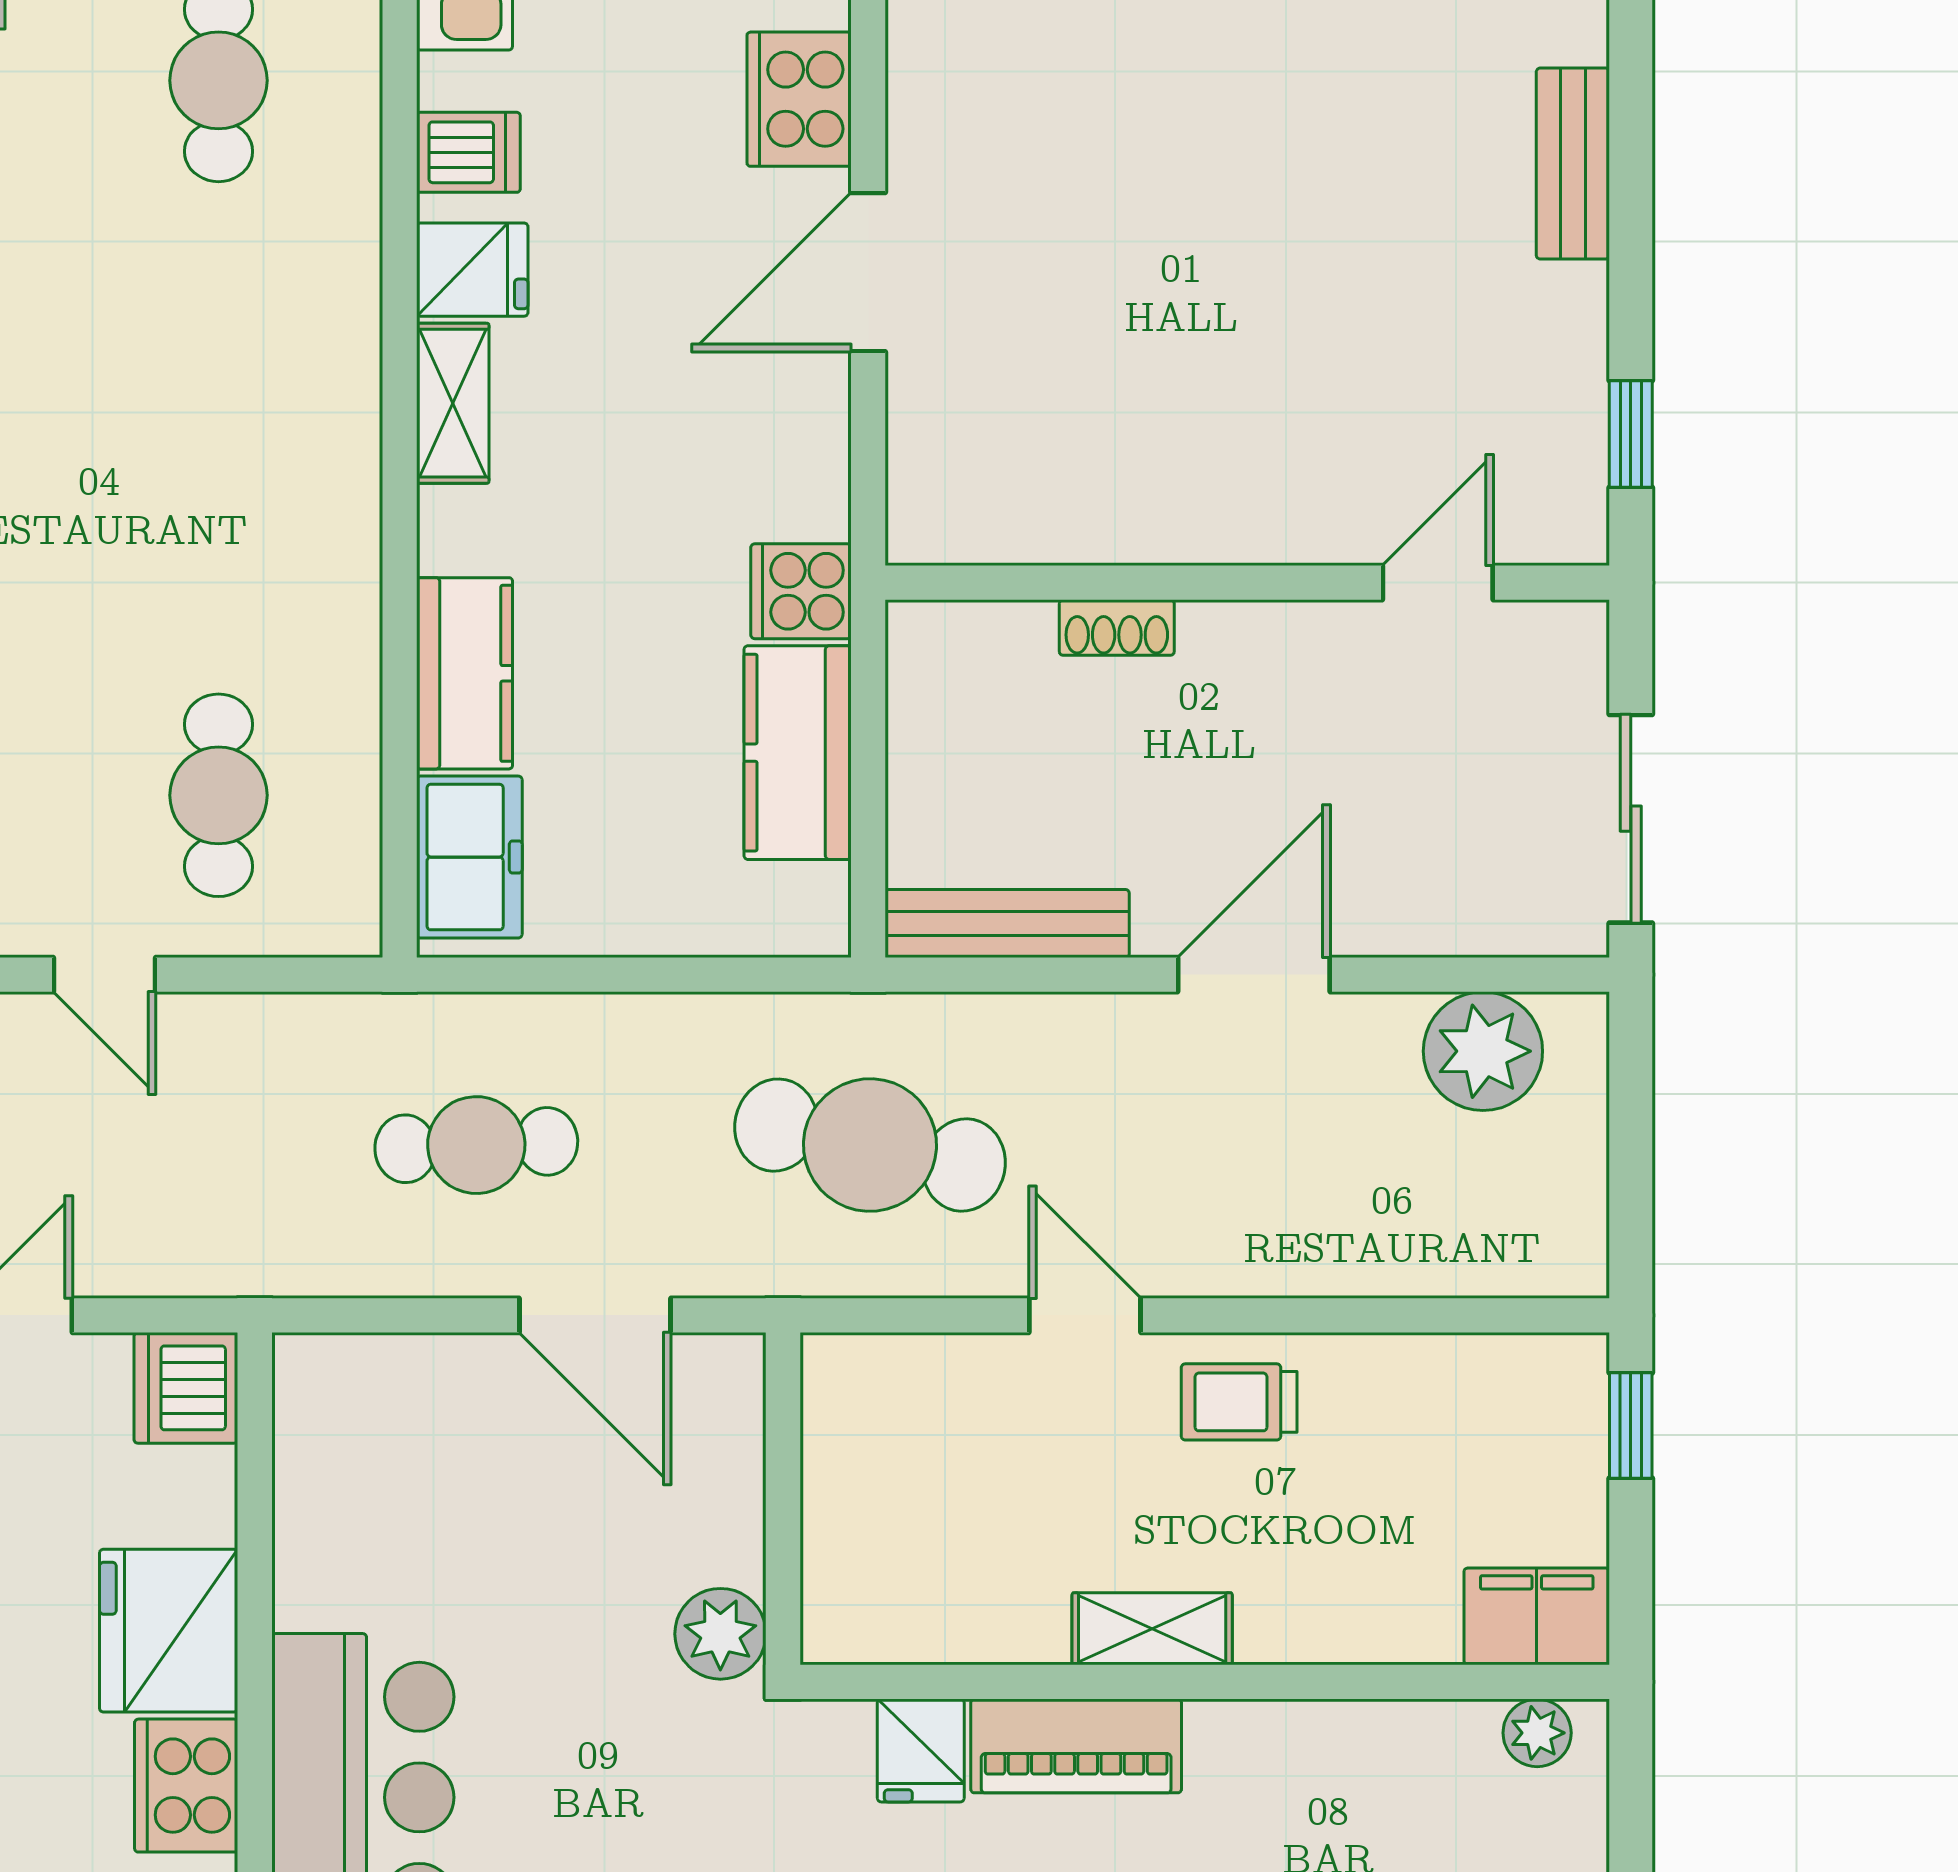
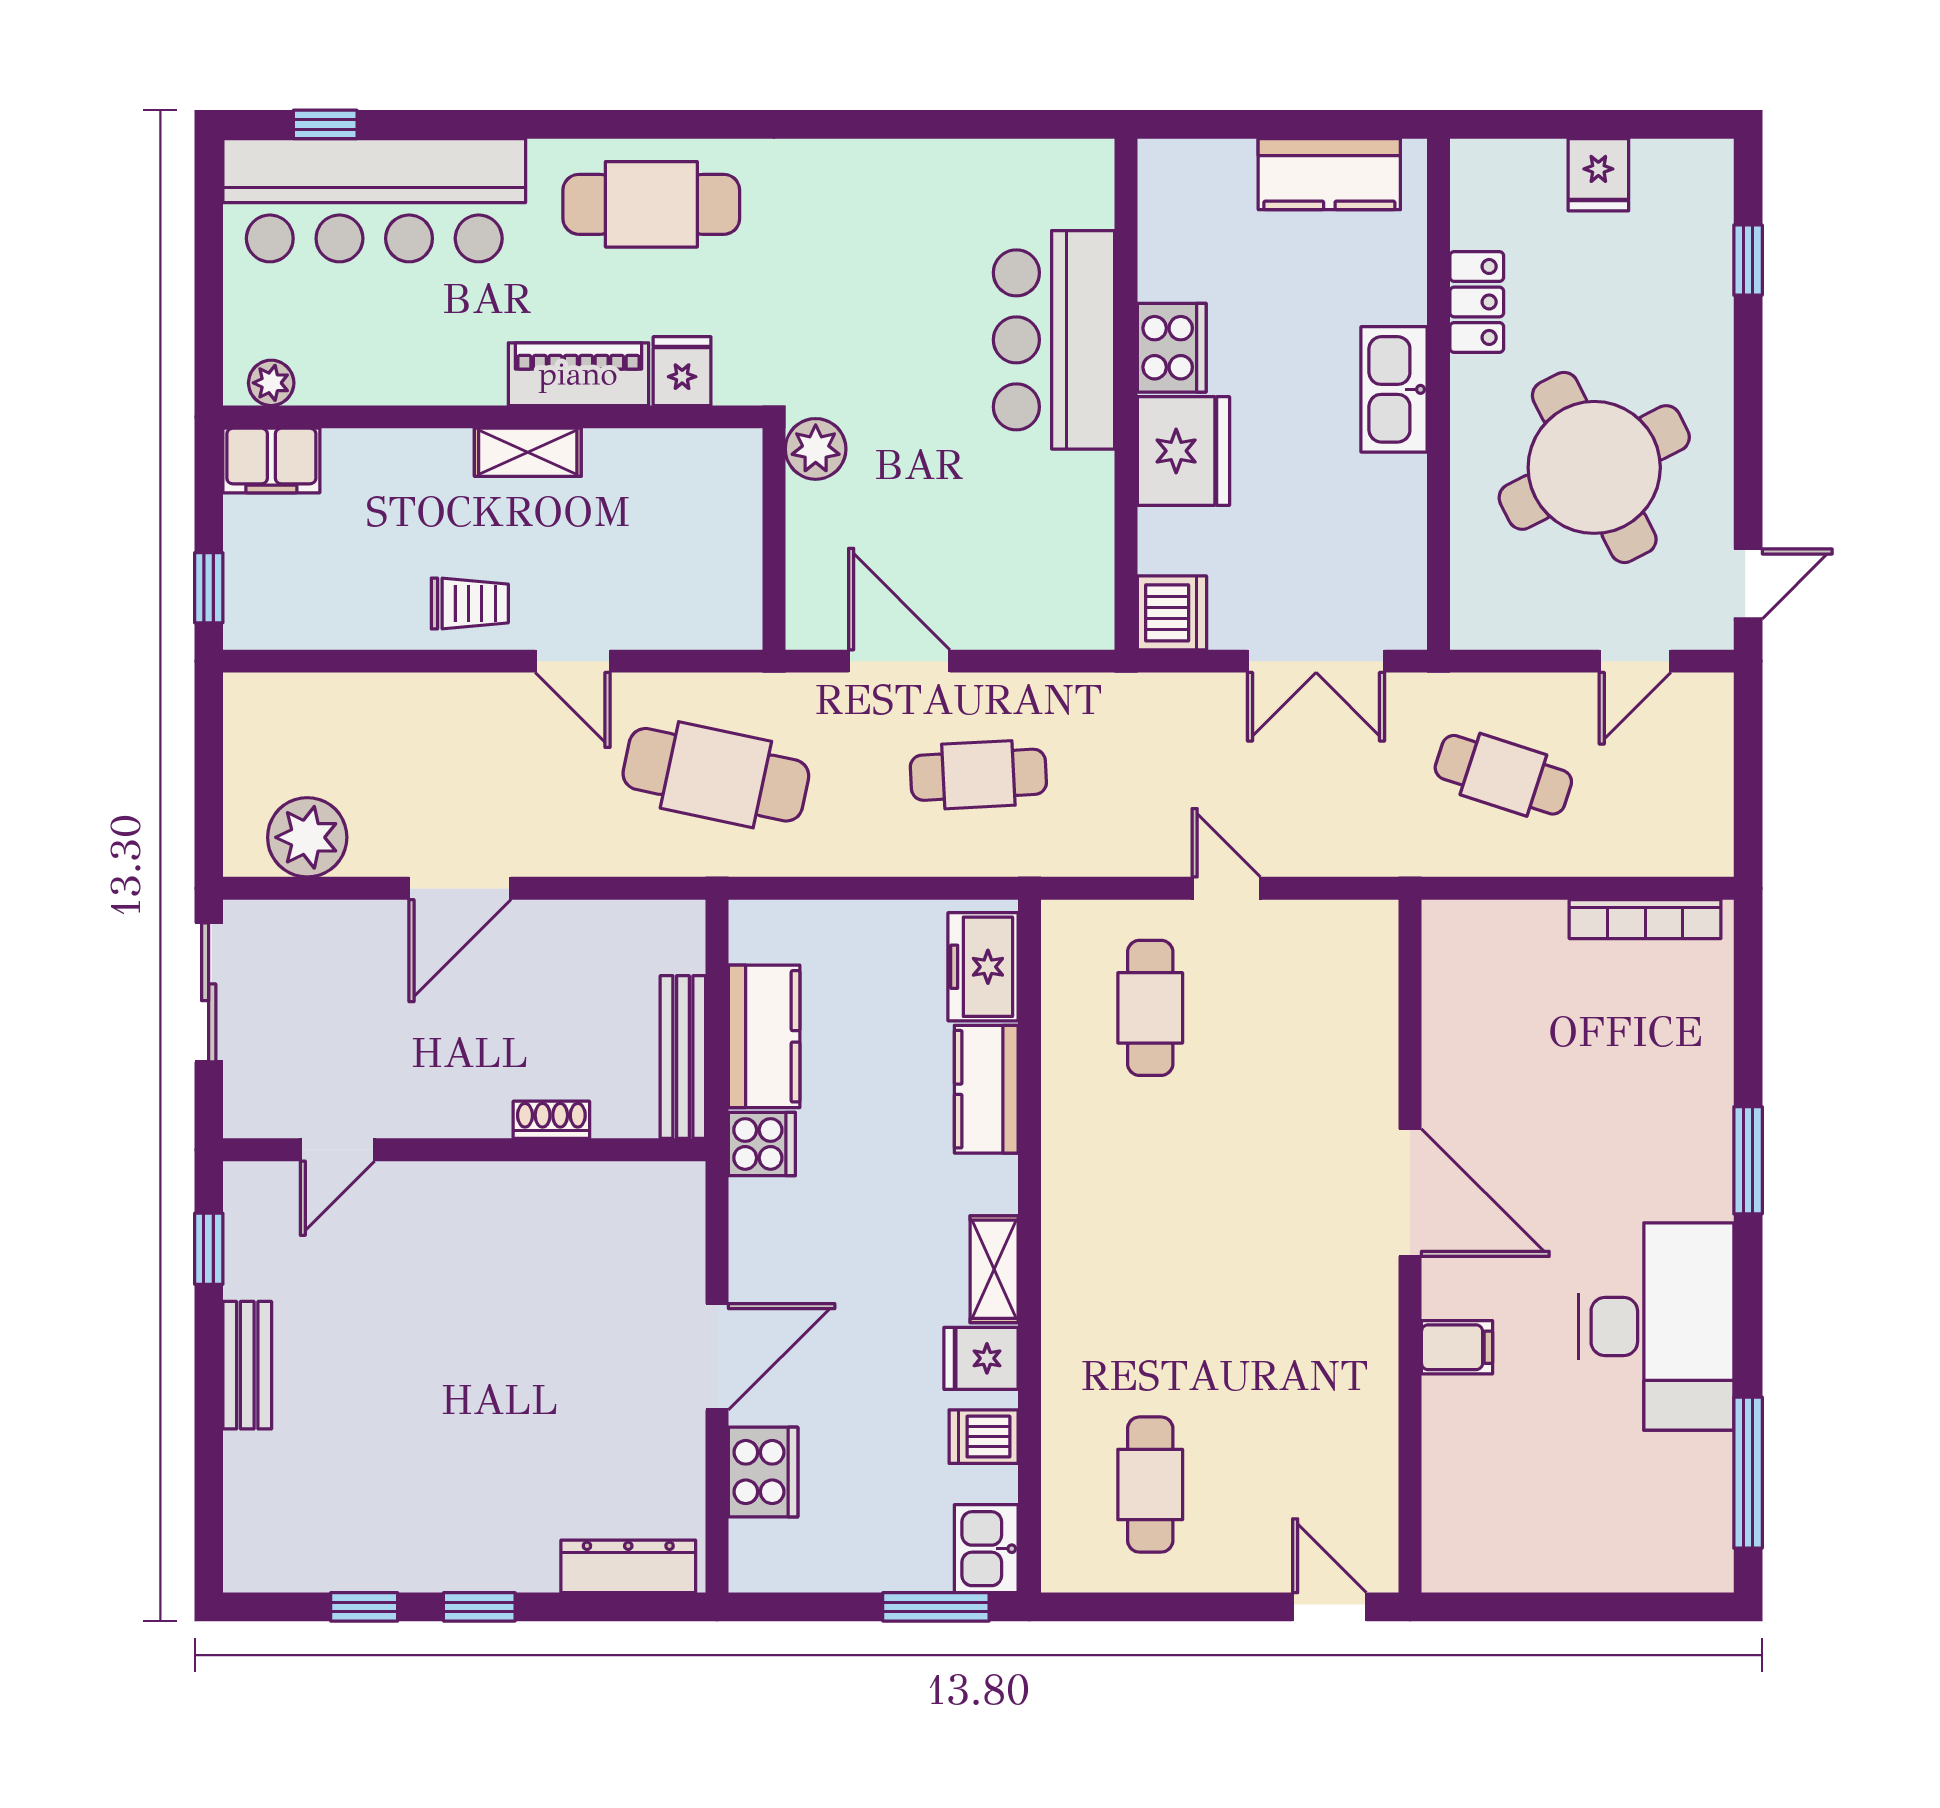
bench: (1573, 164) -> (247, 1365), moved
bench: (1007, 923) -> (683, 1057), moved, turned 90

